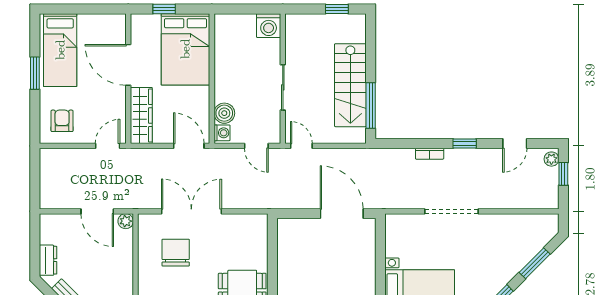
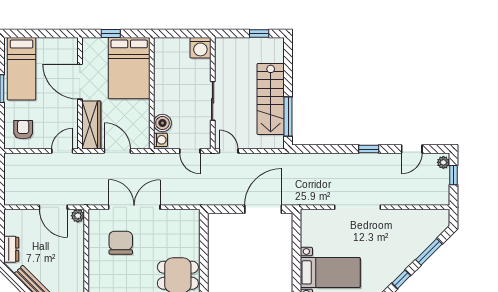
door: (189, 146) -> (117, 151), moved
bookcase: (430, 154) -> (339, 158), removed
door: (342, 214) -> (263, 209), hinge flipped

